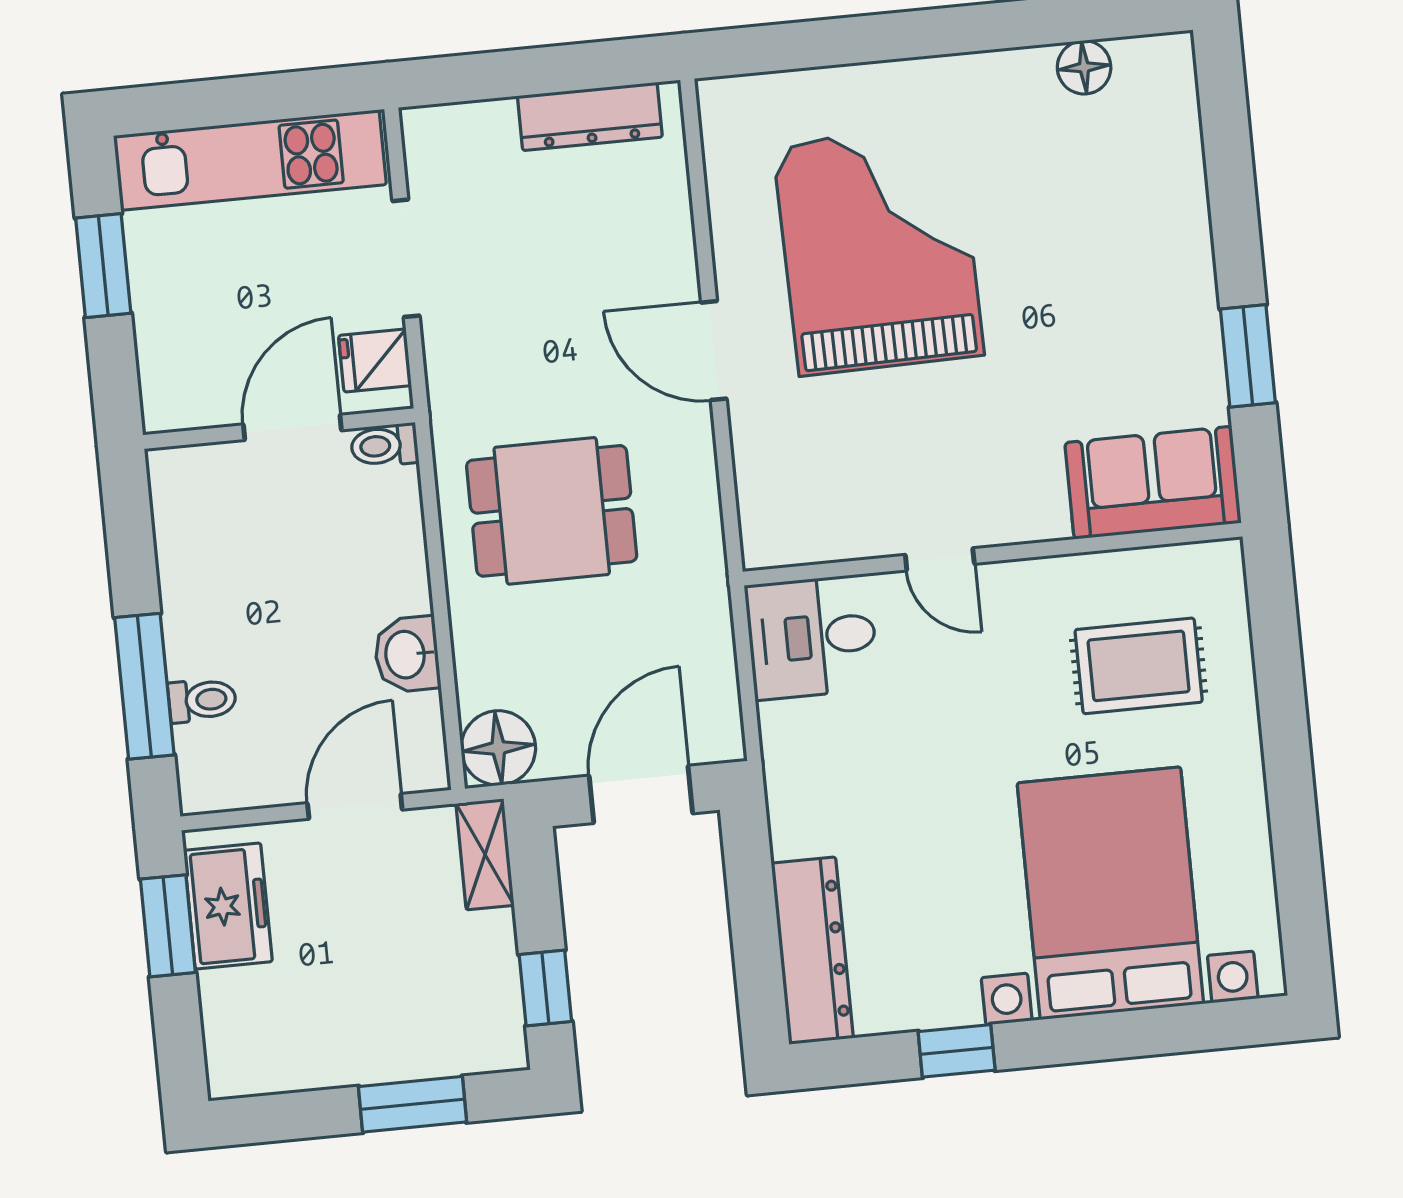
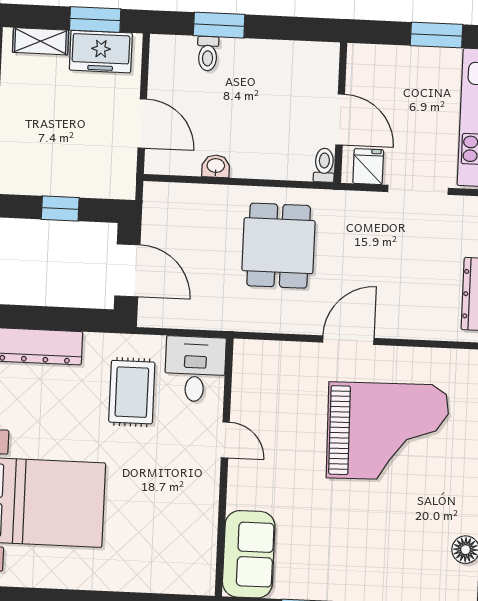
door: (940, 559) -> (225, 440), swing flipped
washbasin: (407, 654) -> (216, 166), width x0.72, depth x0.69
rug: (1139, 666) -> (132, 392), moved
window: (144, 686) -> (219, 25), width x0.69
floor lamp: (498, 748) -> (162, 201), removed
shelving: (485, 854) -> (41, 41), moved
window: (545, 988) -> (60, 208), moved

